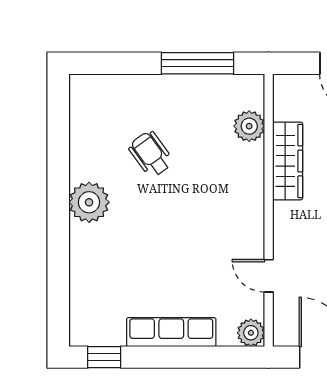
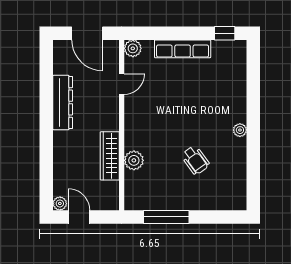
plant: (249, 126) -> (134, 160), moved
plant: (89, 202) -> (240, 130), width x0.53, depth x0.53
door: (269, 276) -> (122, 84), hinge flipped

